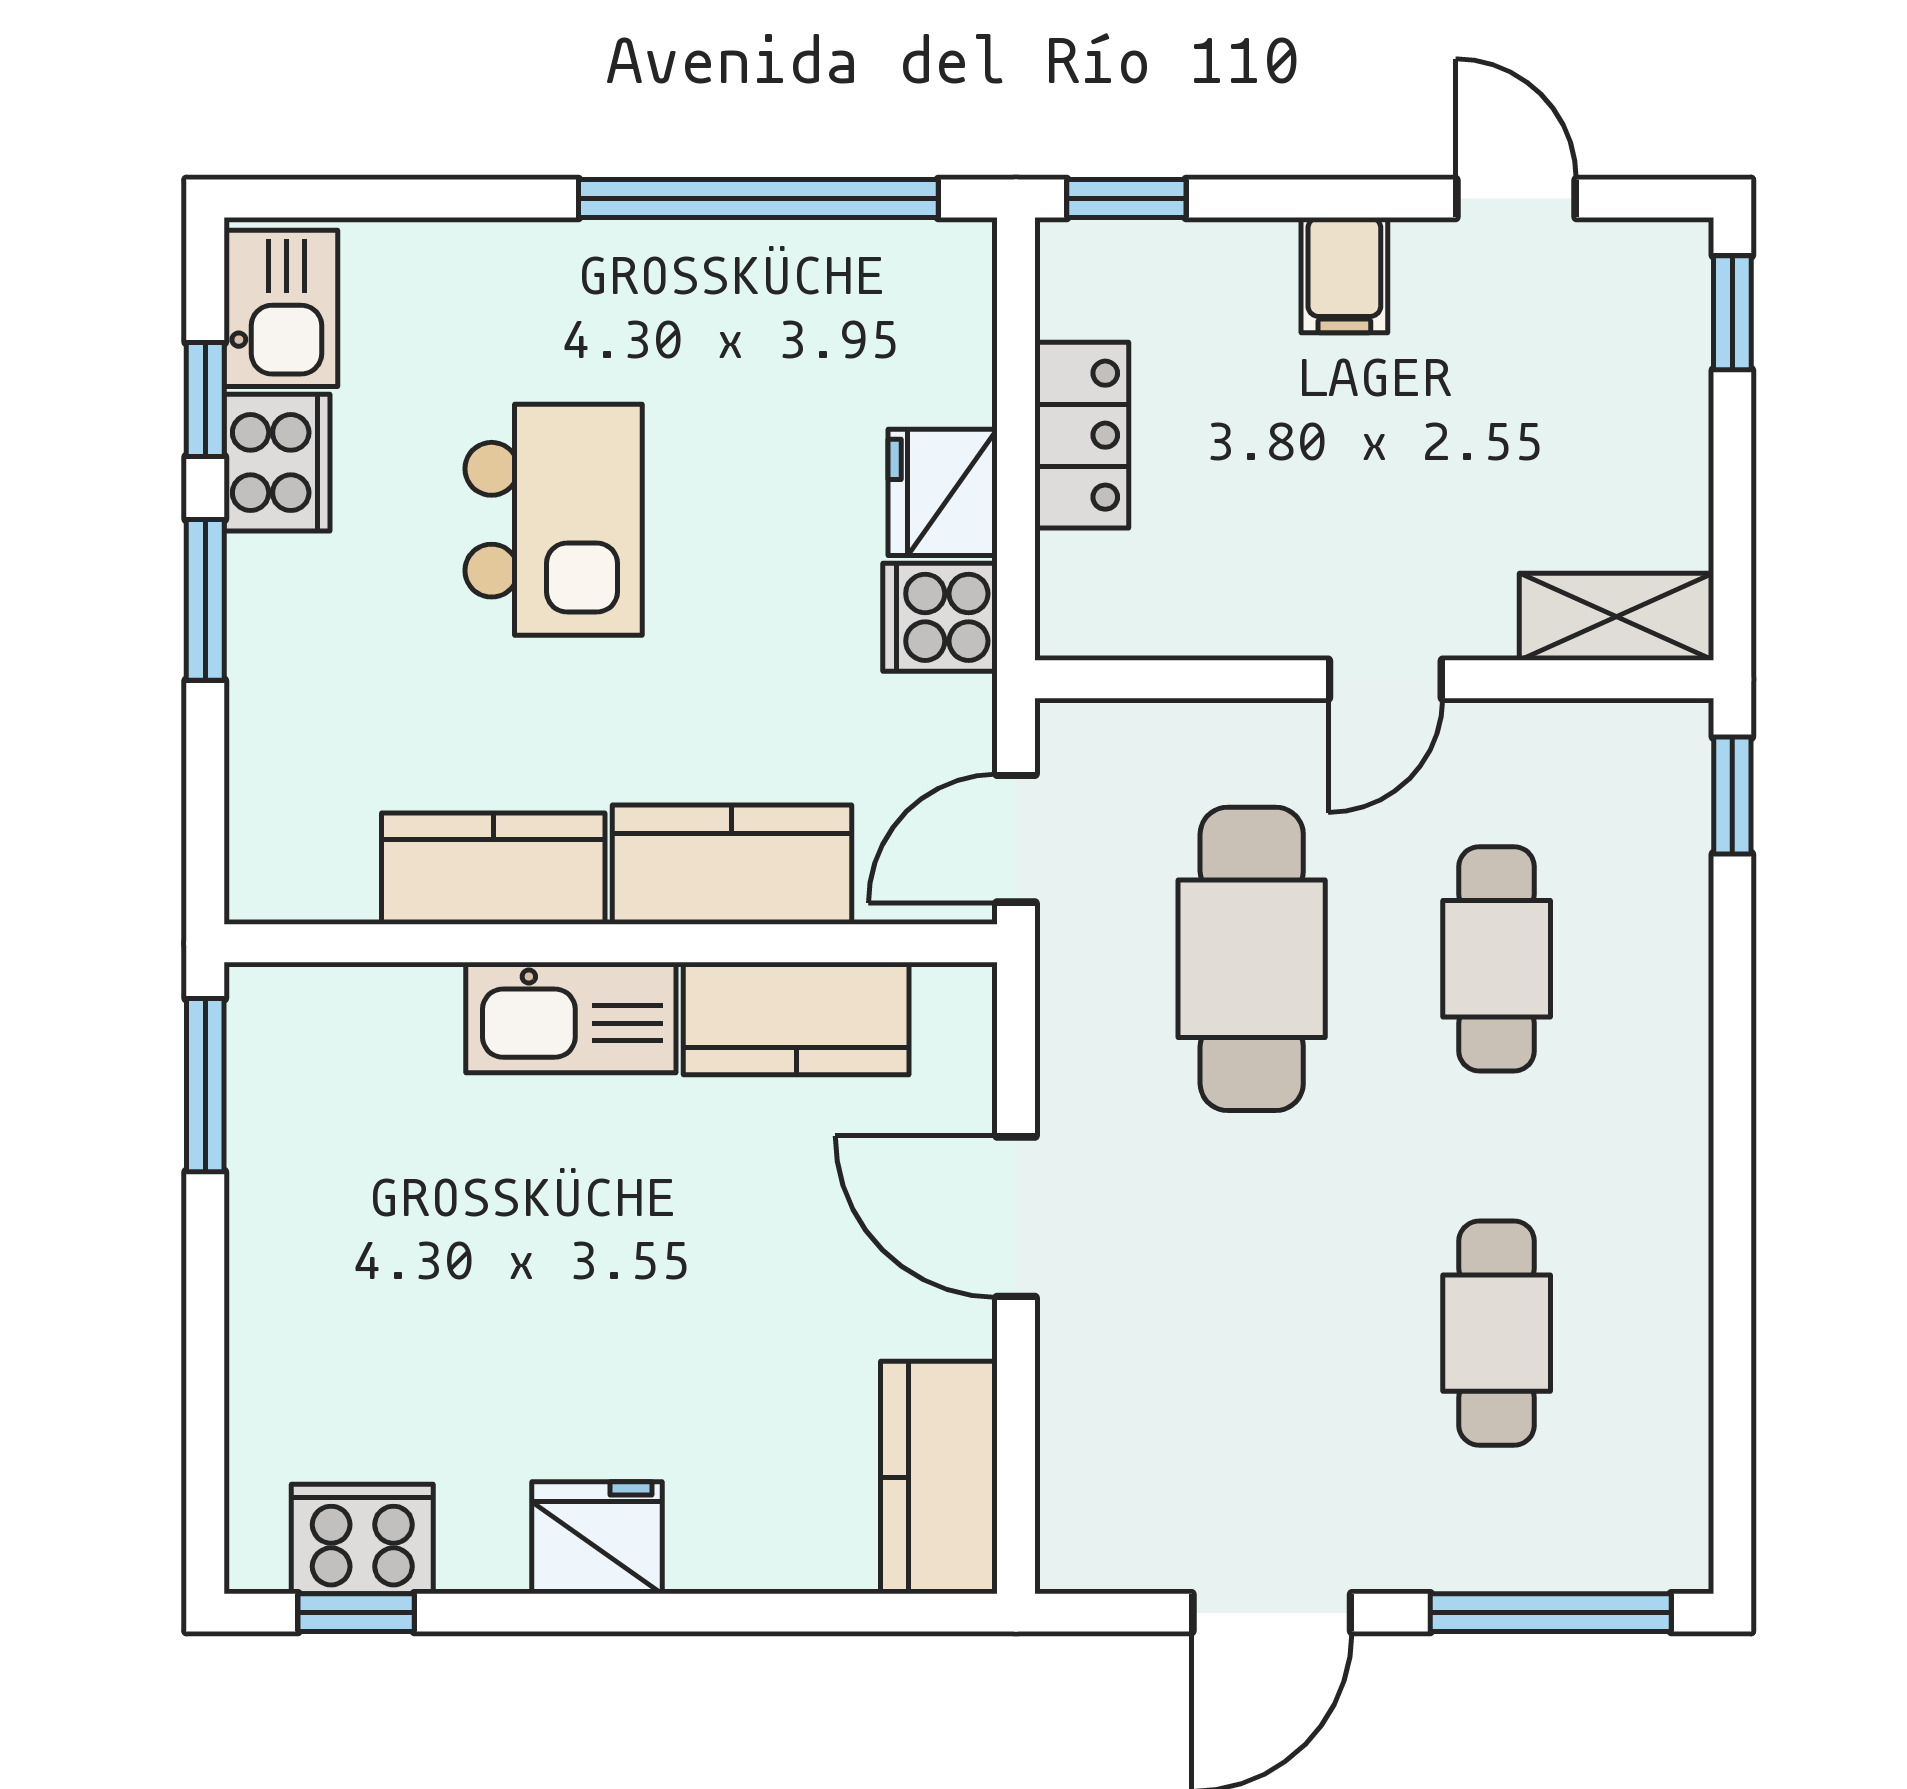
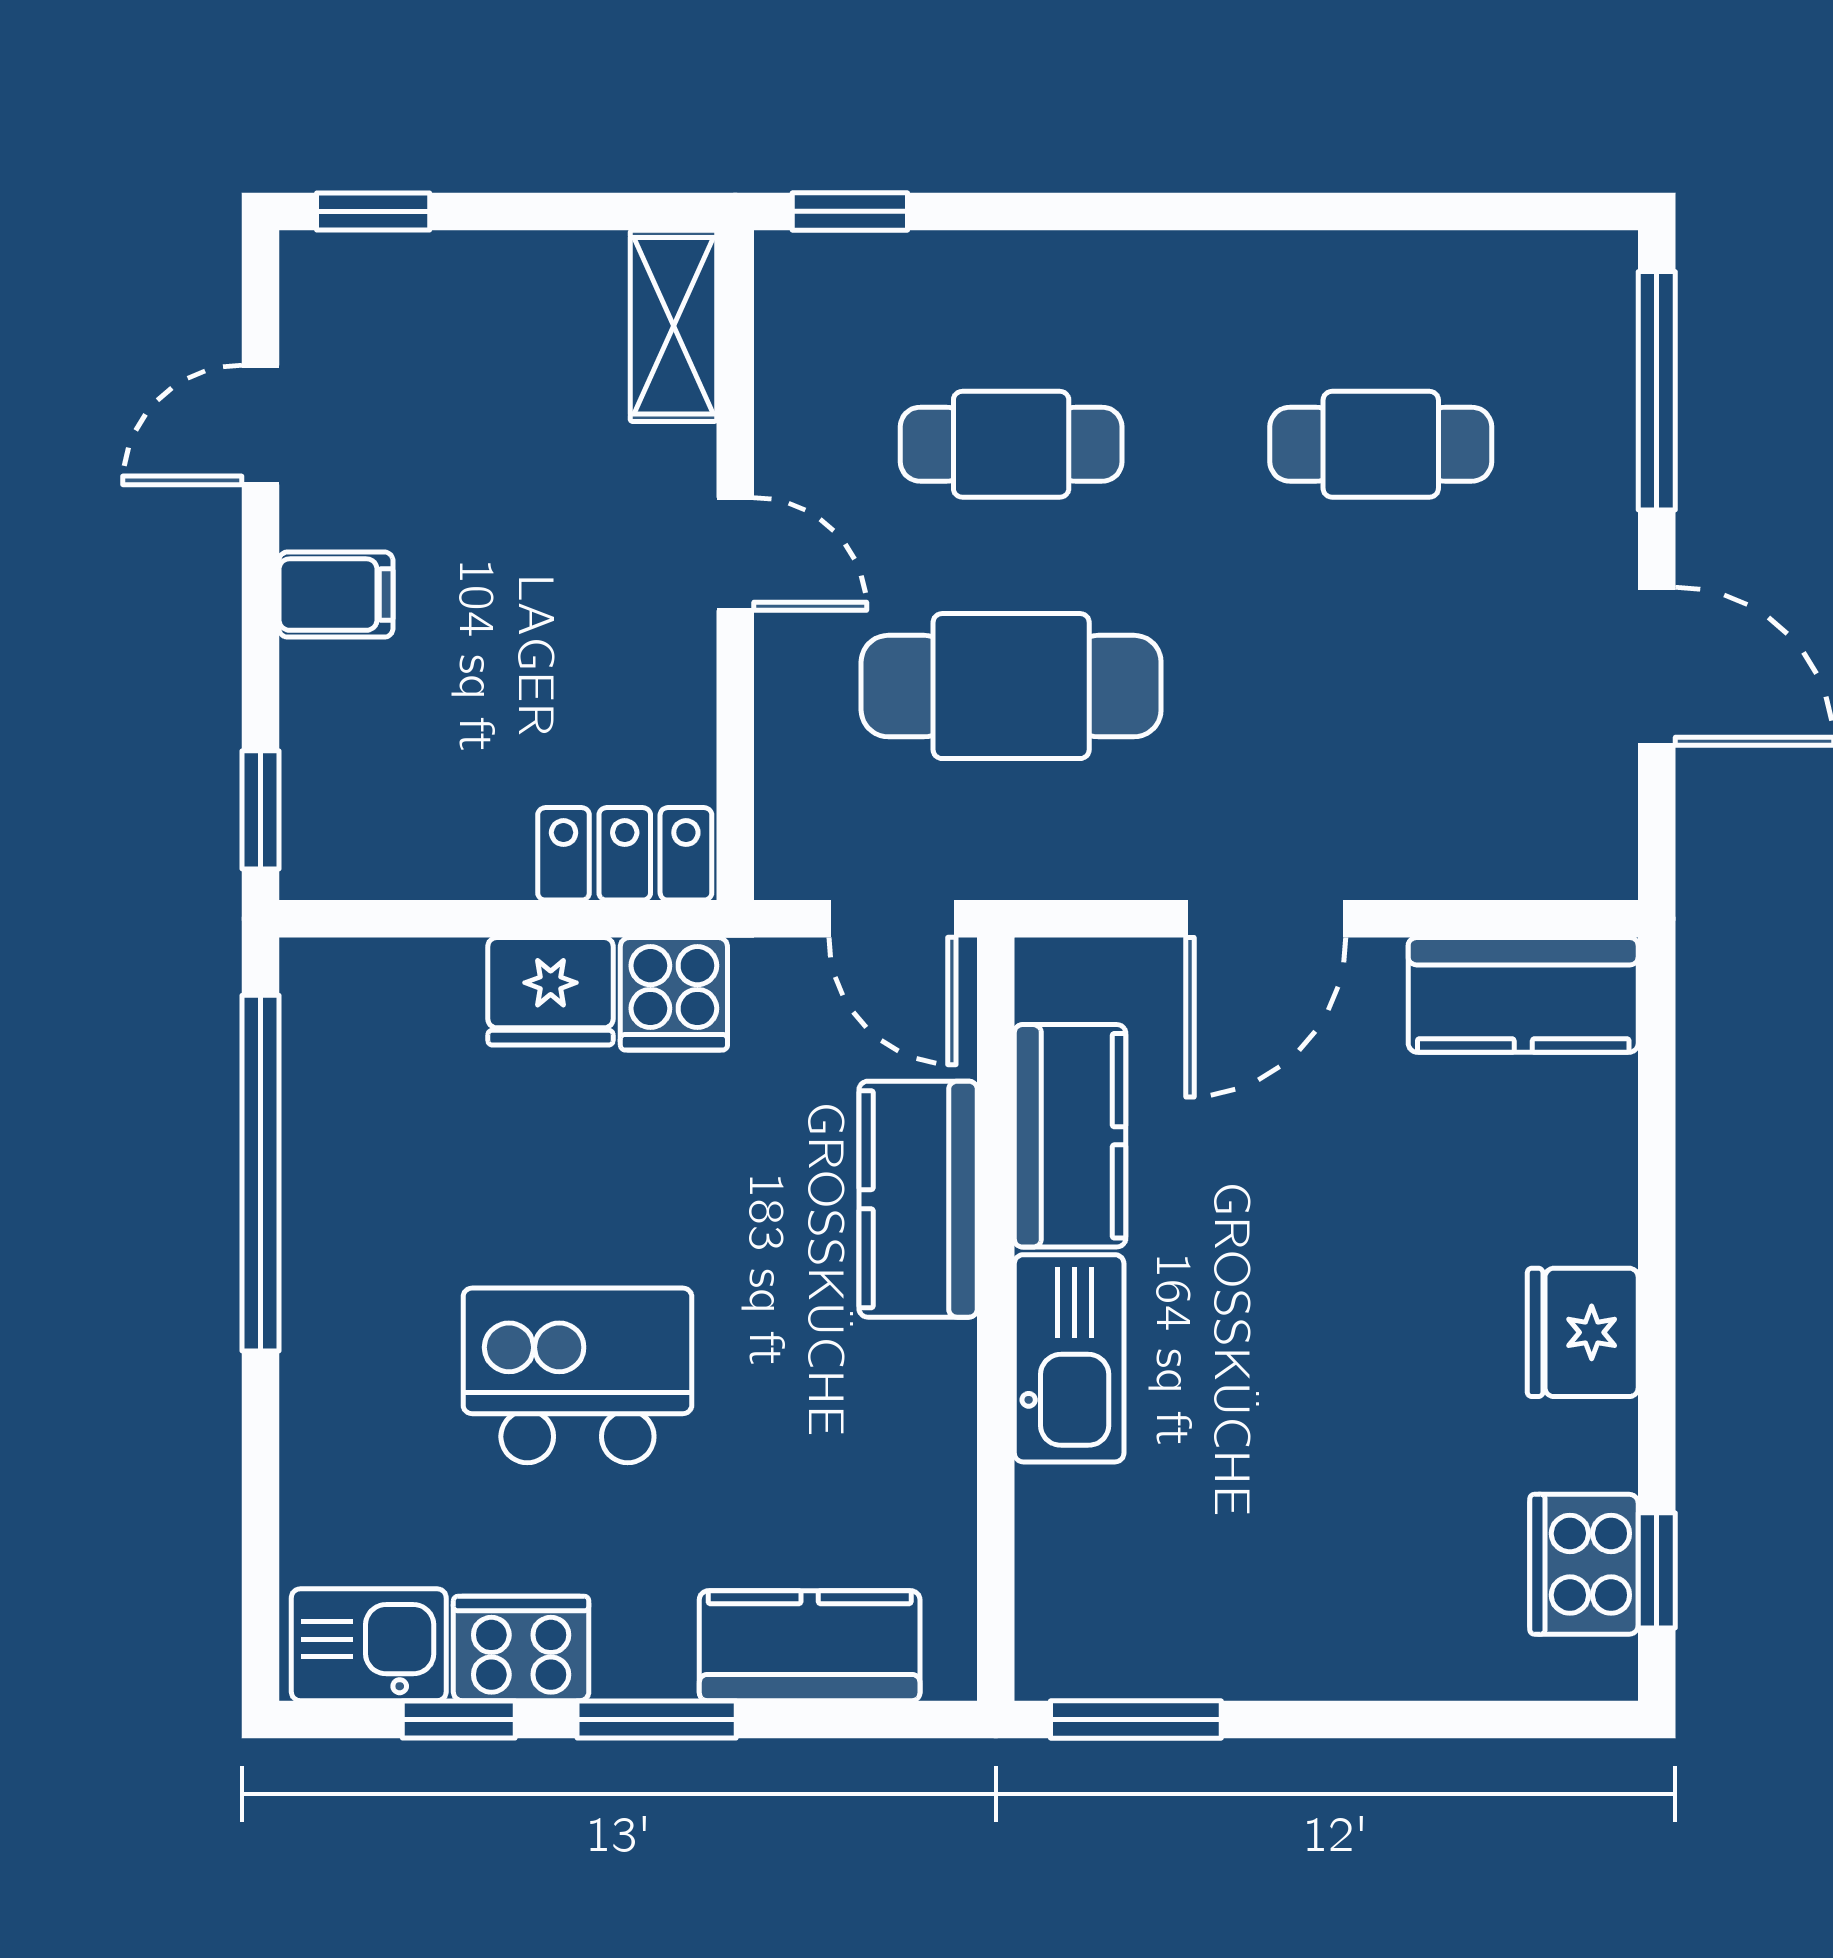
locker: (1082, 435) -> (625, 854), moved
kitchen counter: (493, 869) -> (810, 1646), moved, turned 90

